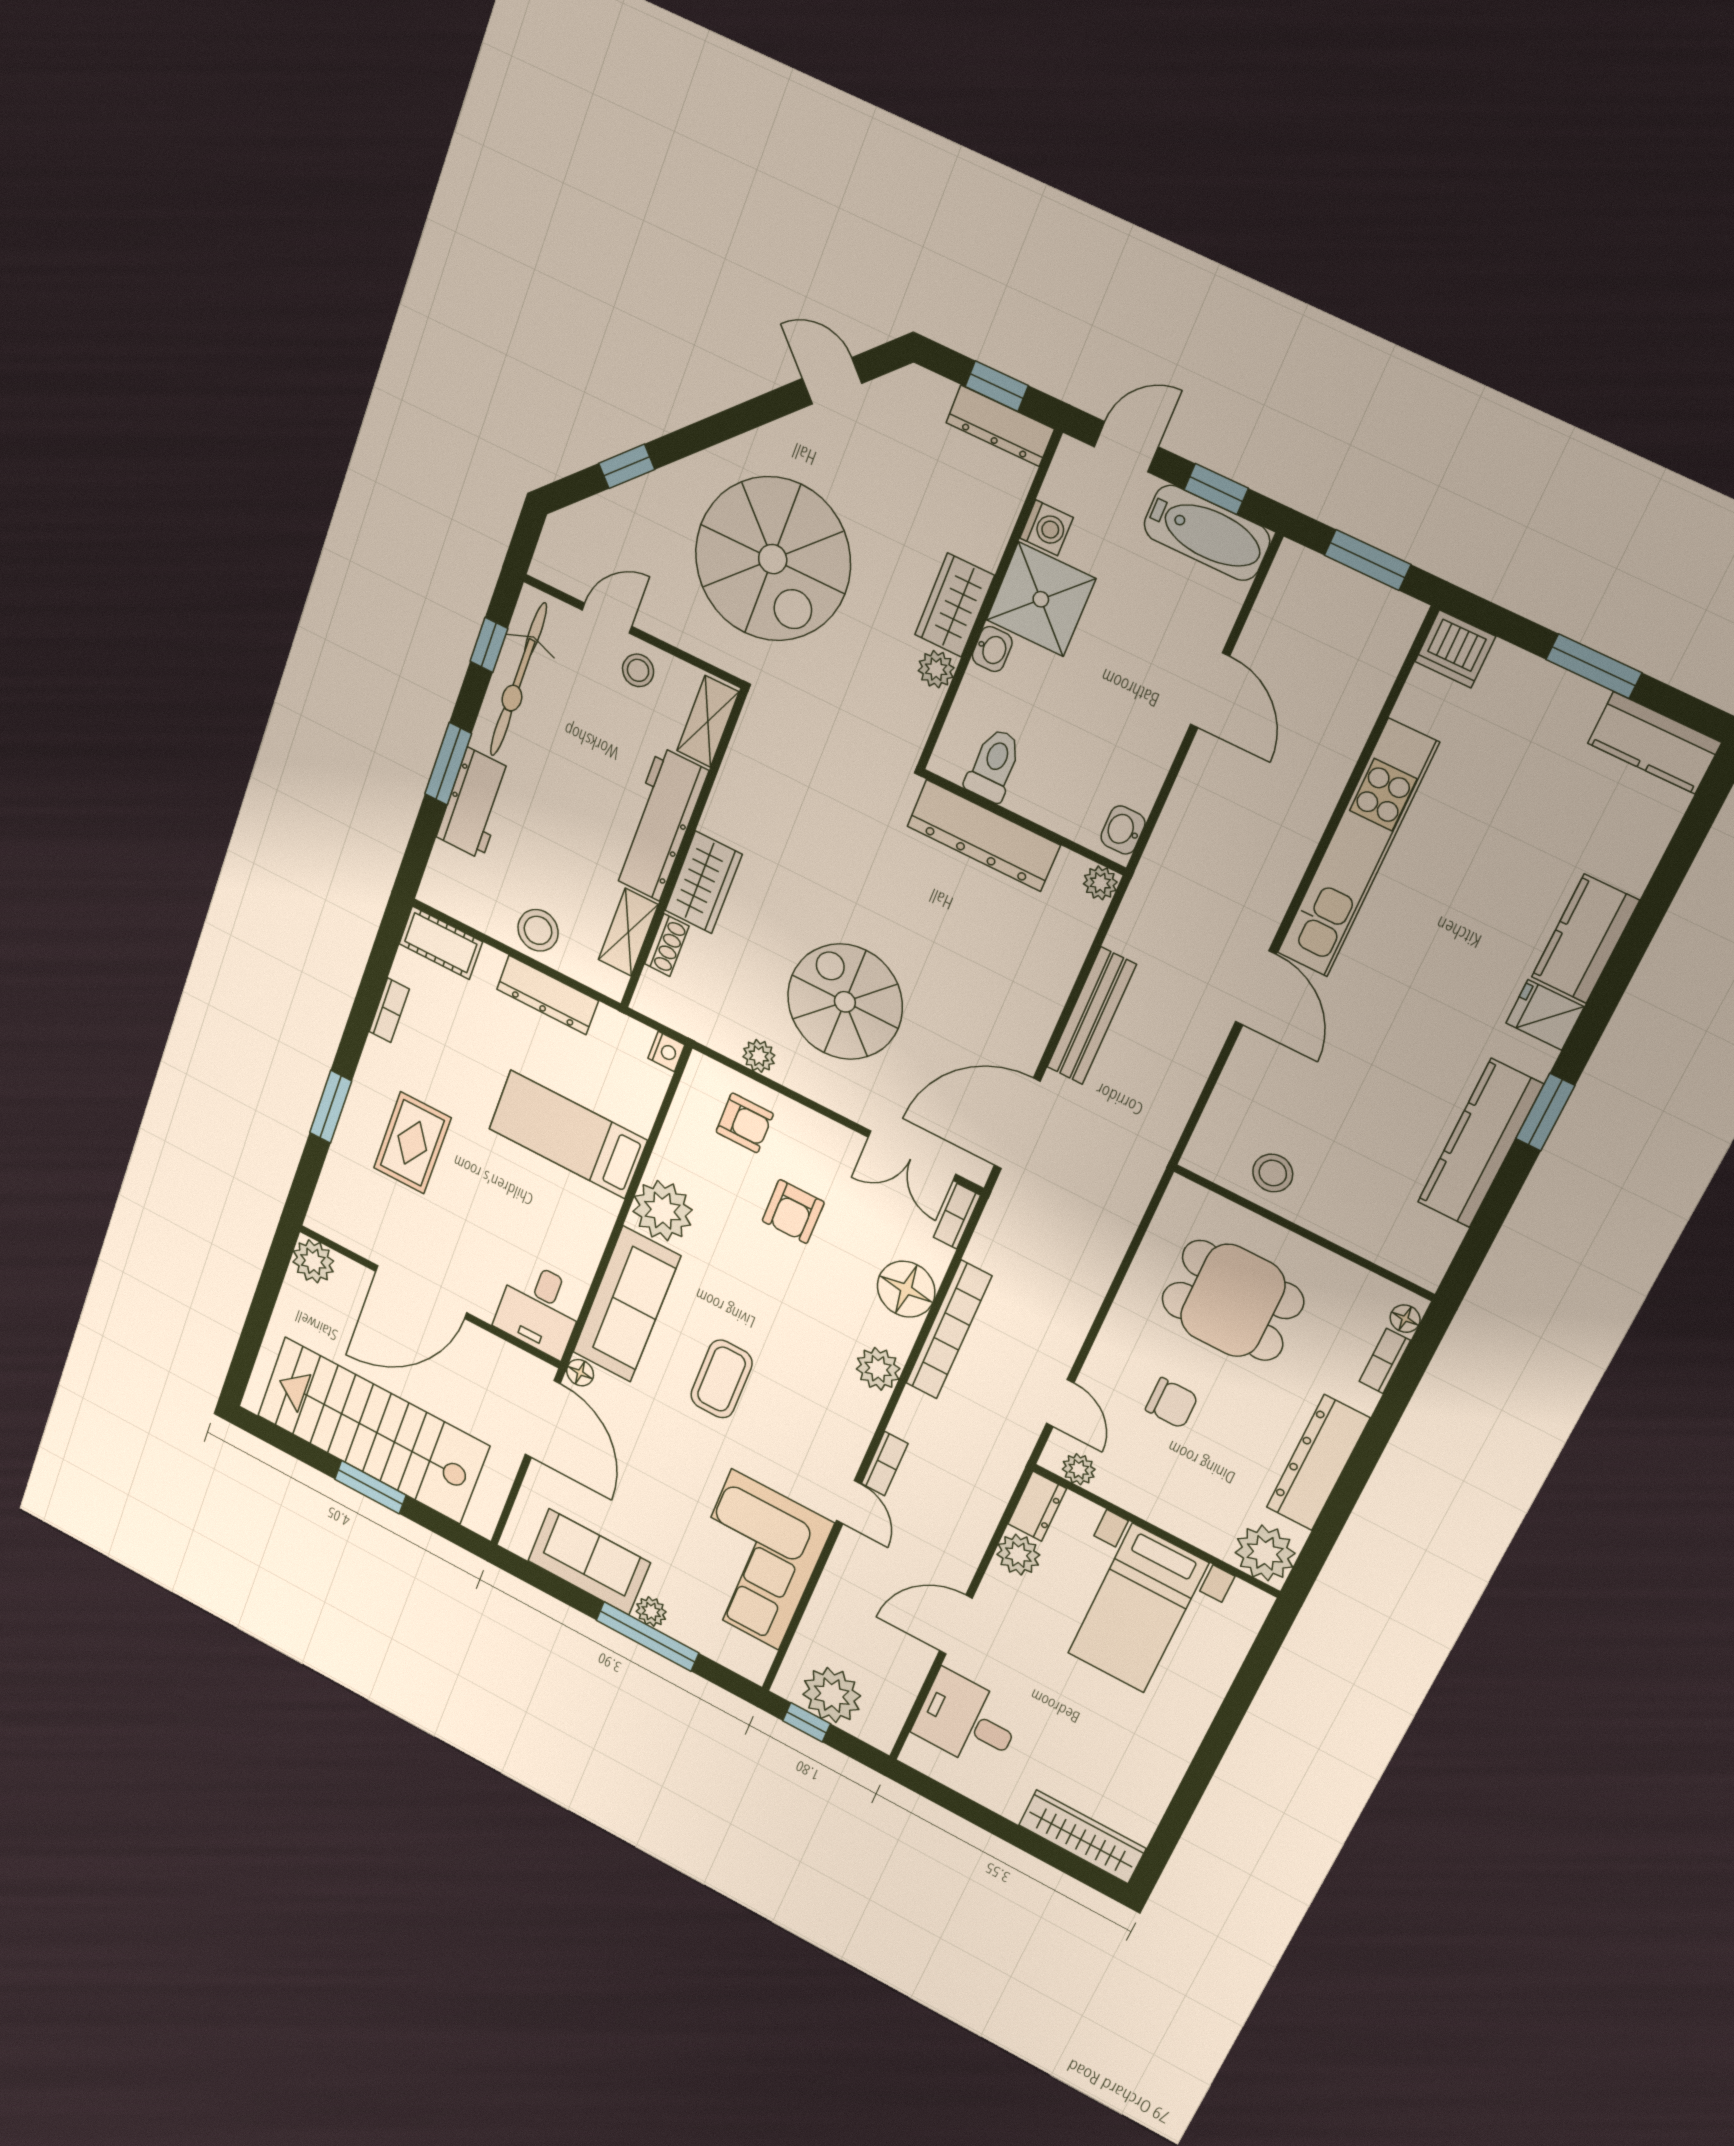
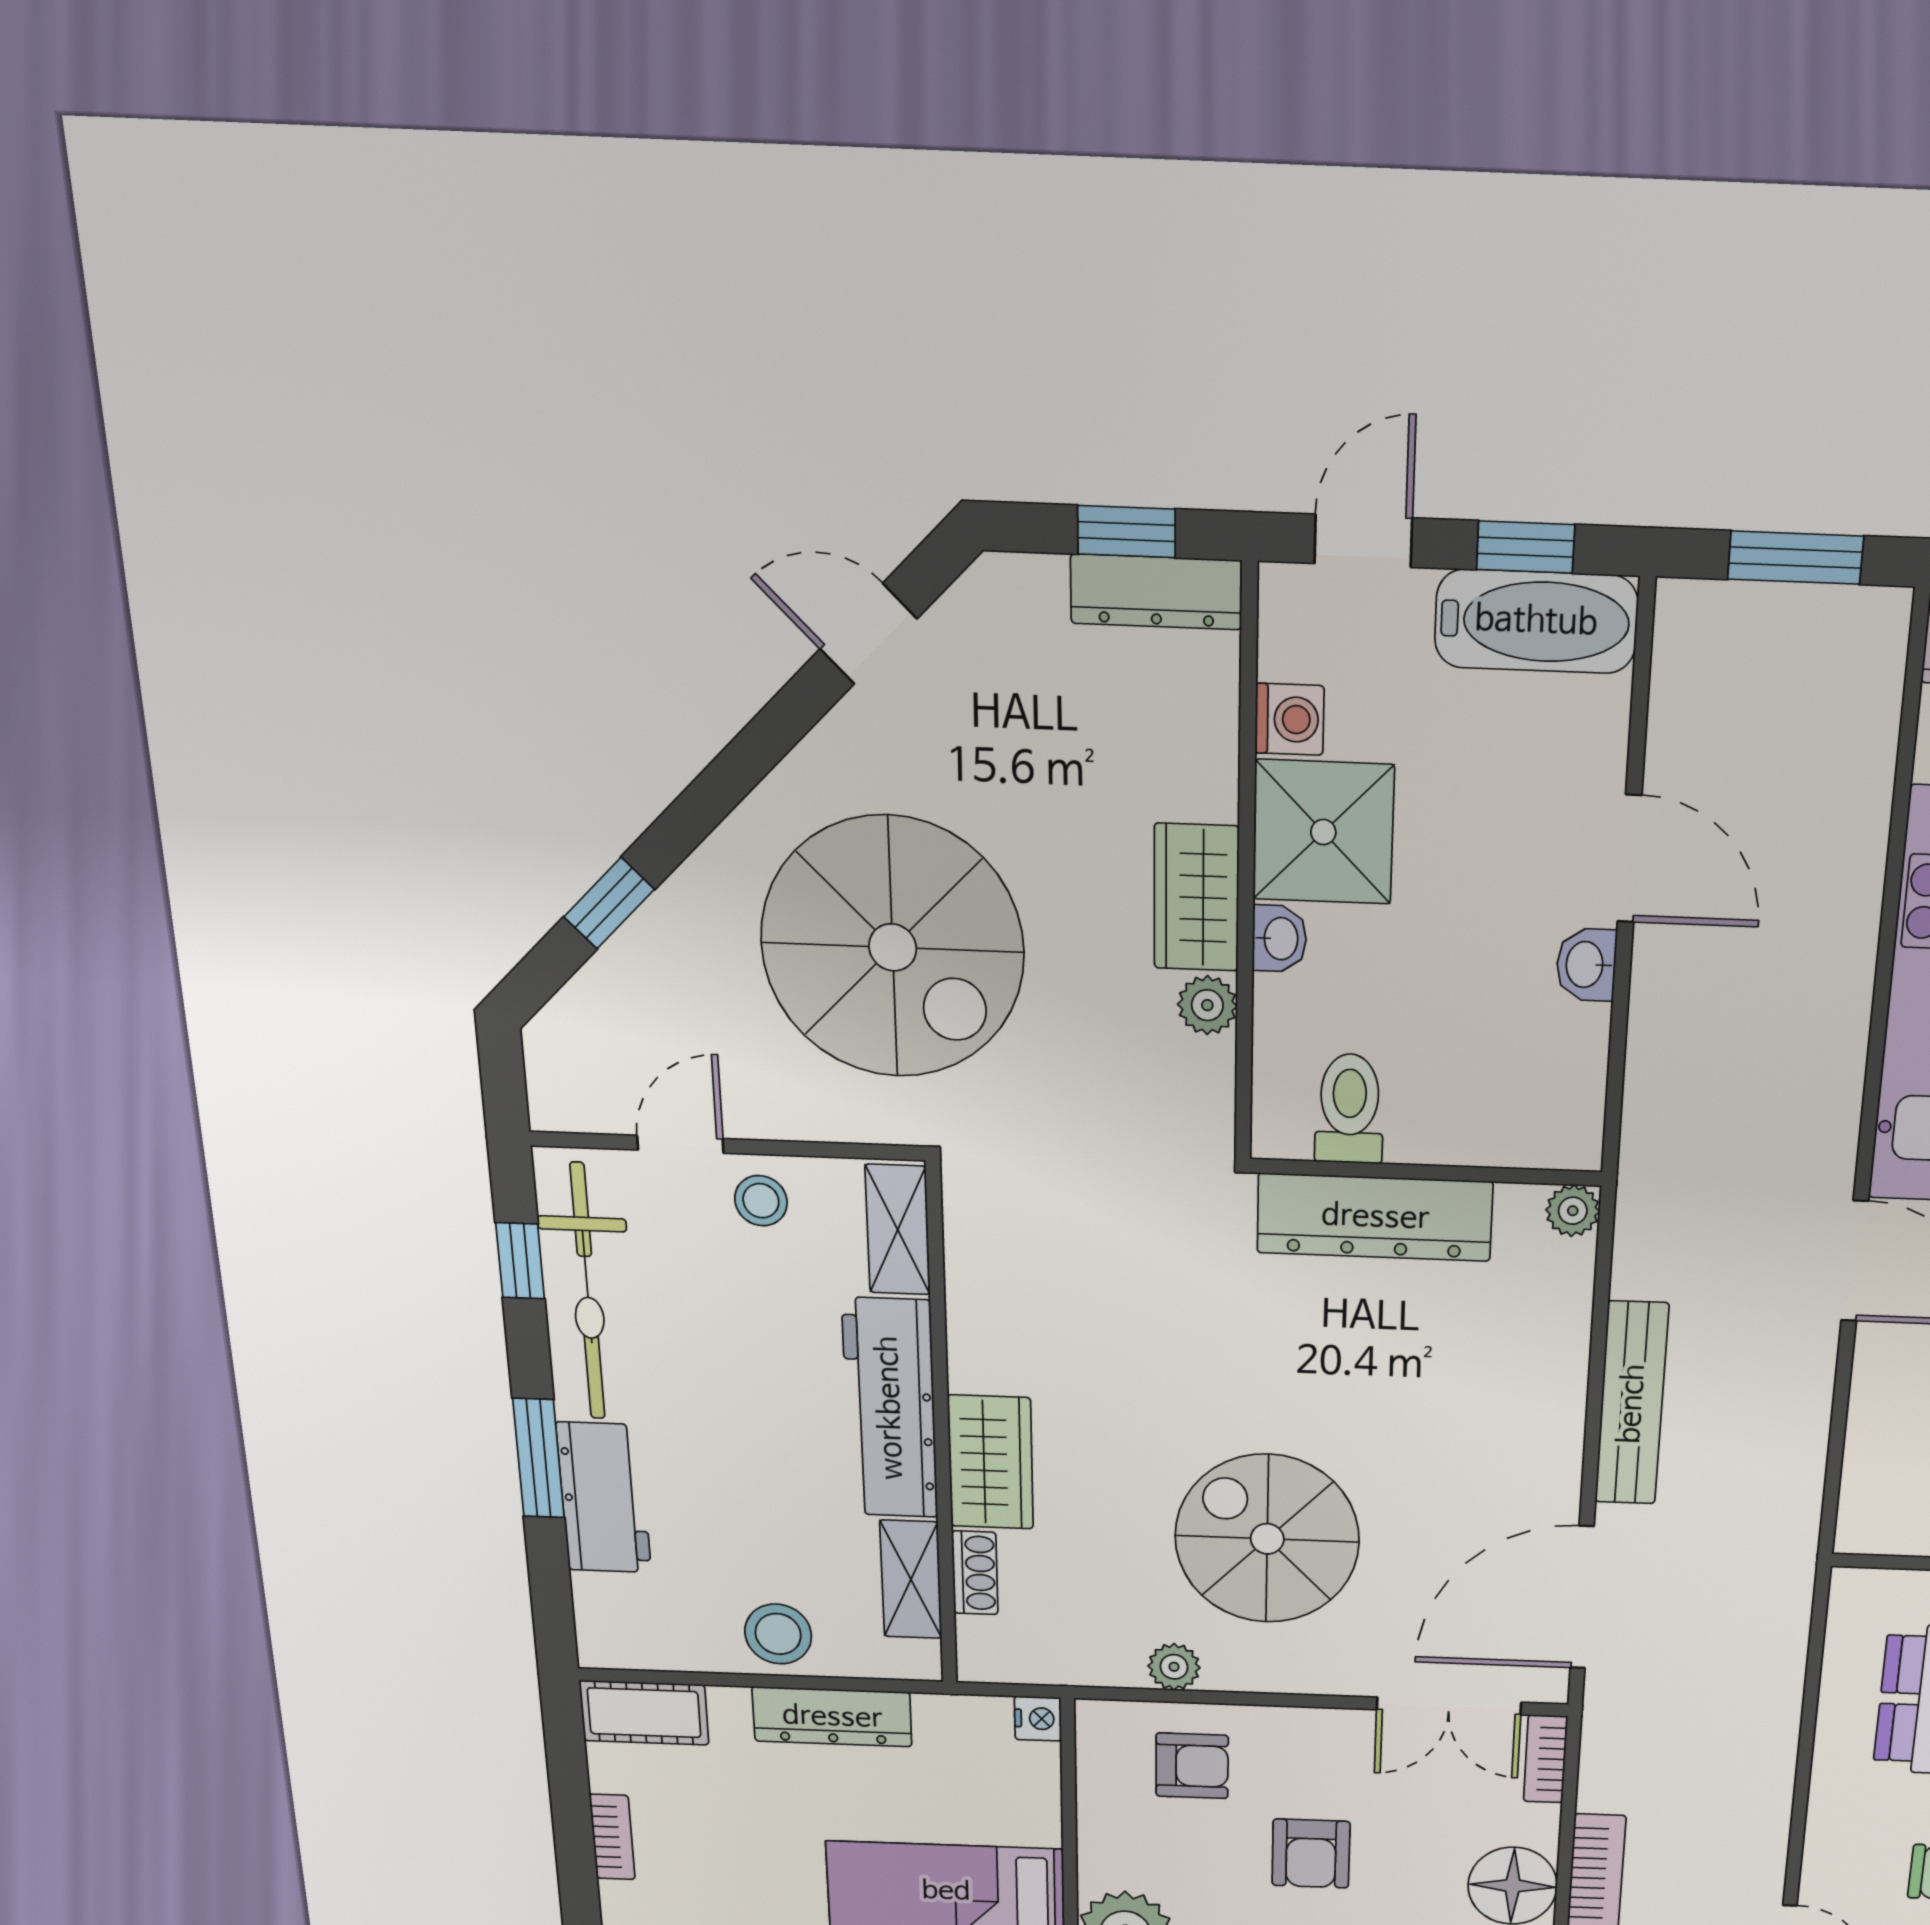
washbasin: (1123, 830) -> (1586, 965), moved

